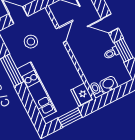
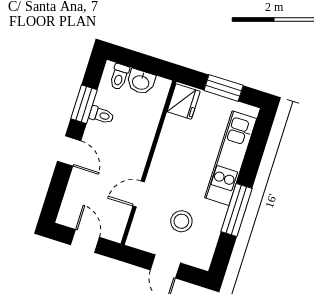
toilet: (96, 90) -> (119, 77), moved

